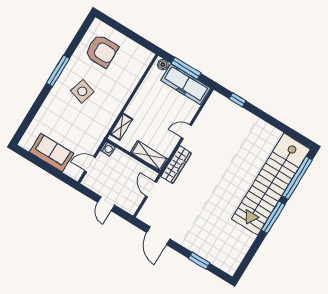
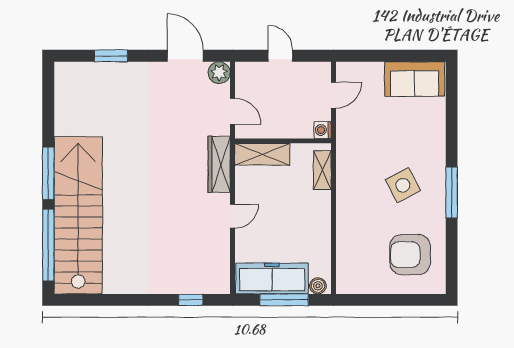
side table: (82, 91) -> (403, 185), turned 45
sofa: (51, 153) -> (415, 79), moved
plant: (145, 215) -> (219, 73), added

